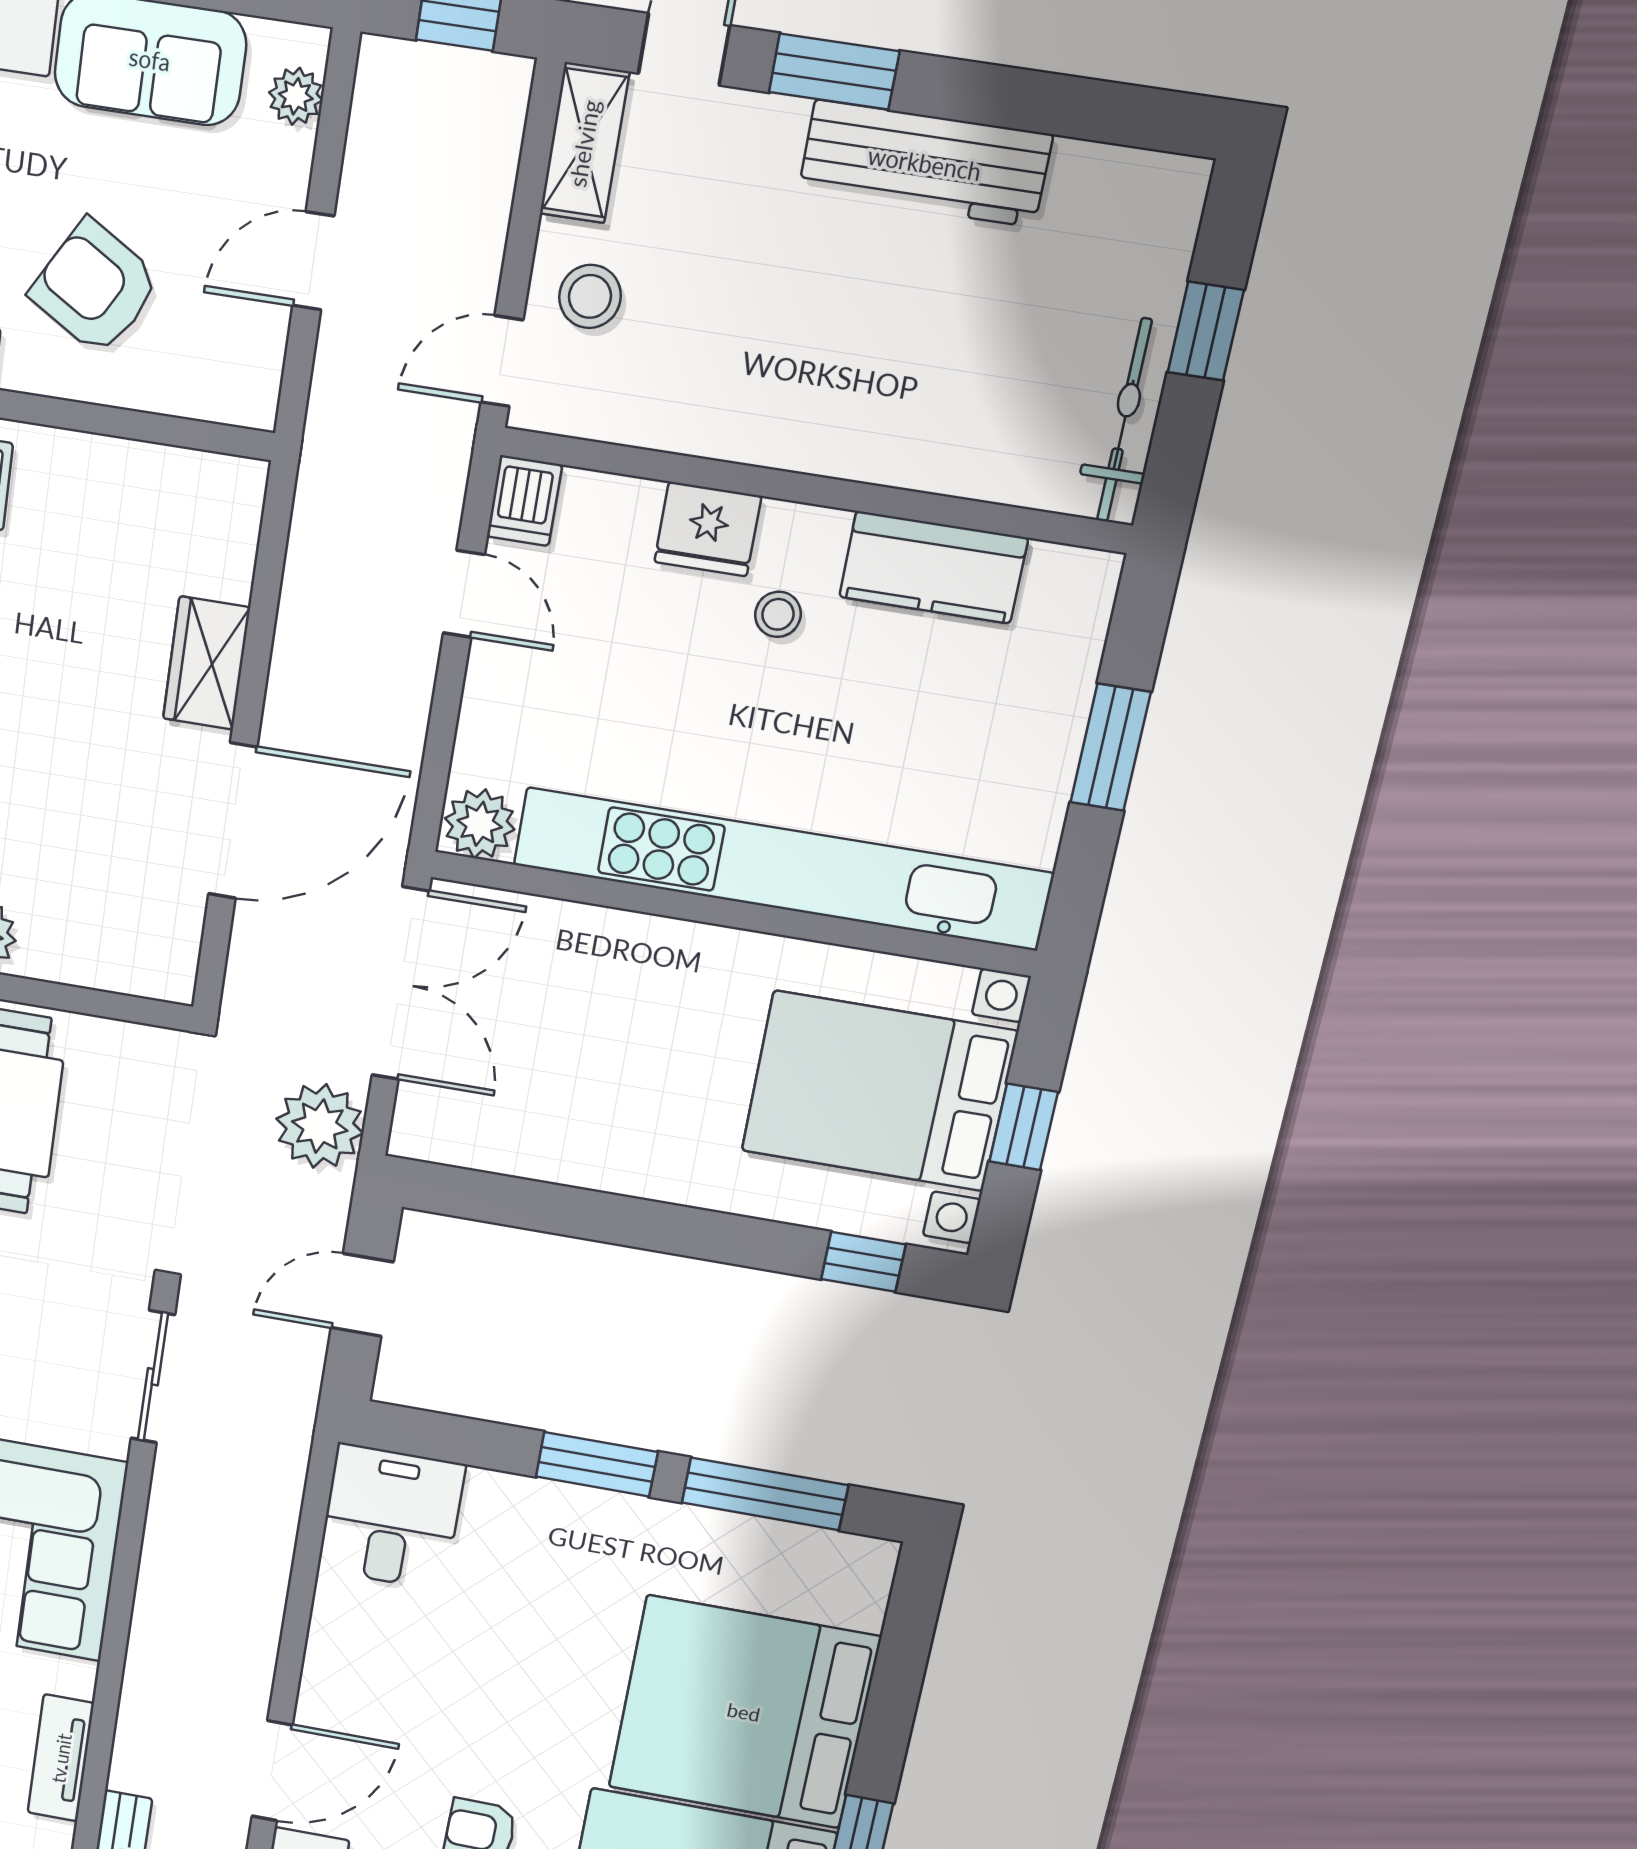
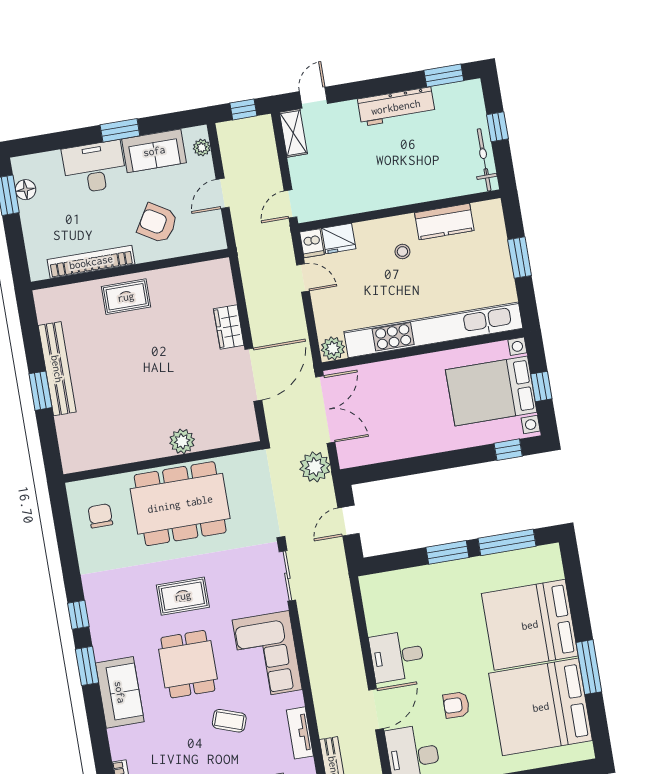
window: (834, 72) -> (444, 76), moved
stool: (590, 296) -> (311, 176), removed
fridge: (708, 529) -> (339, 239), moved
desk: (391, 1517) -> (397, 656), moved, turned -90

